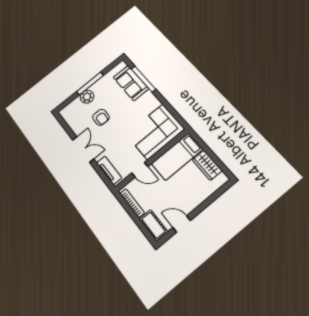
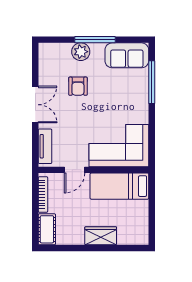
sofa: (131, 83) -> (127, 55), moved, turned -90
wardrobe: (207, 165) -> (101, 236), moved, turned 90
door: (140, 170) -> (75, 170), hinge flipped
door: (182, 224) -> (73, 248), removed

